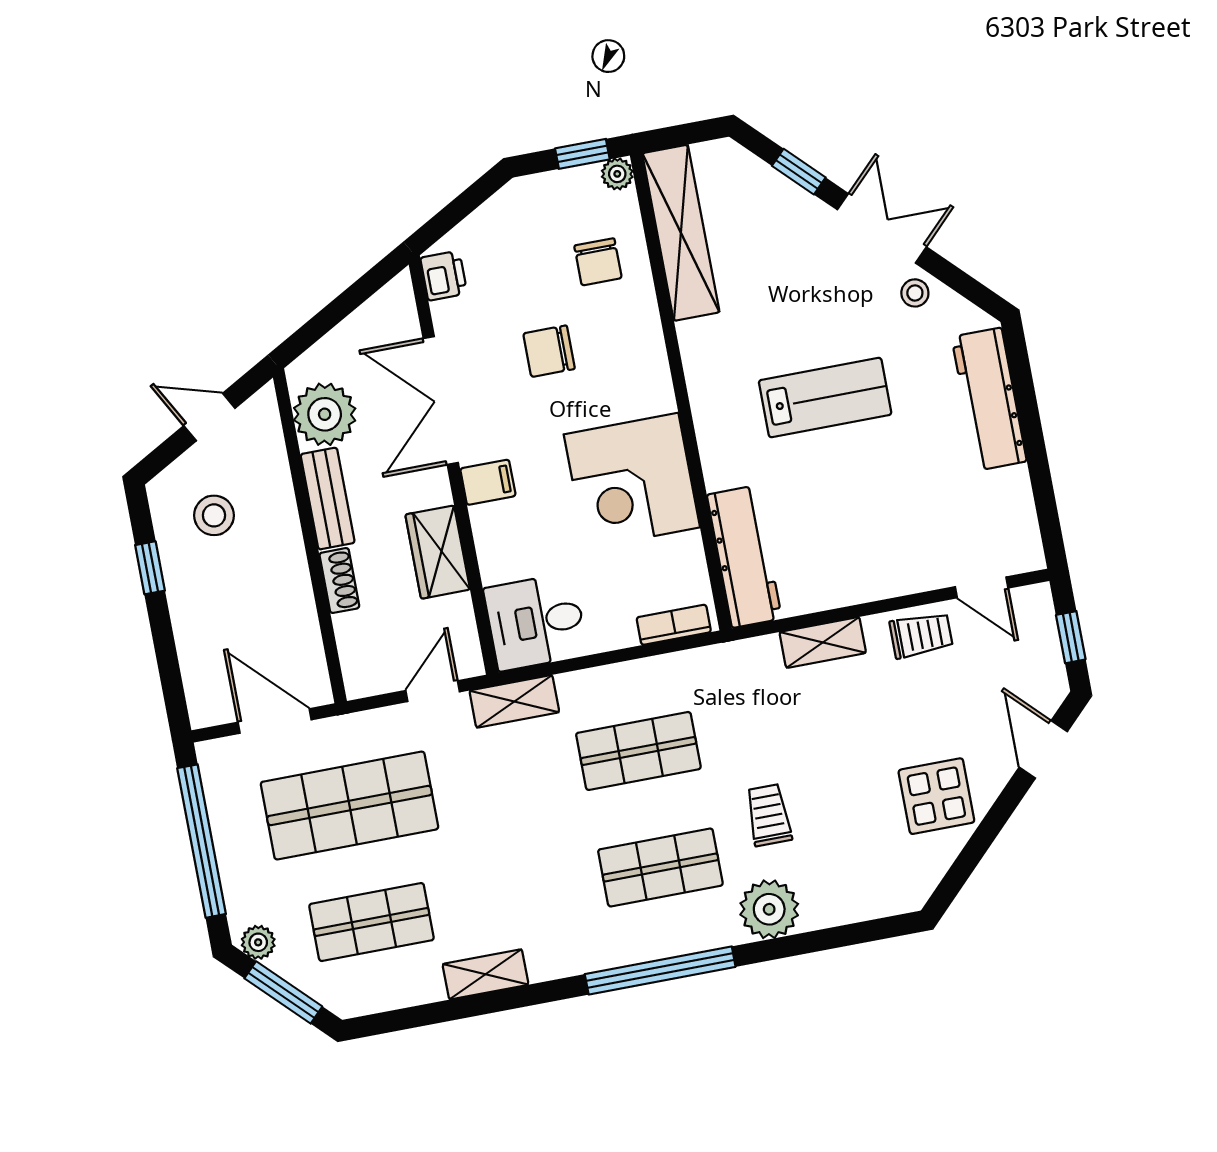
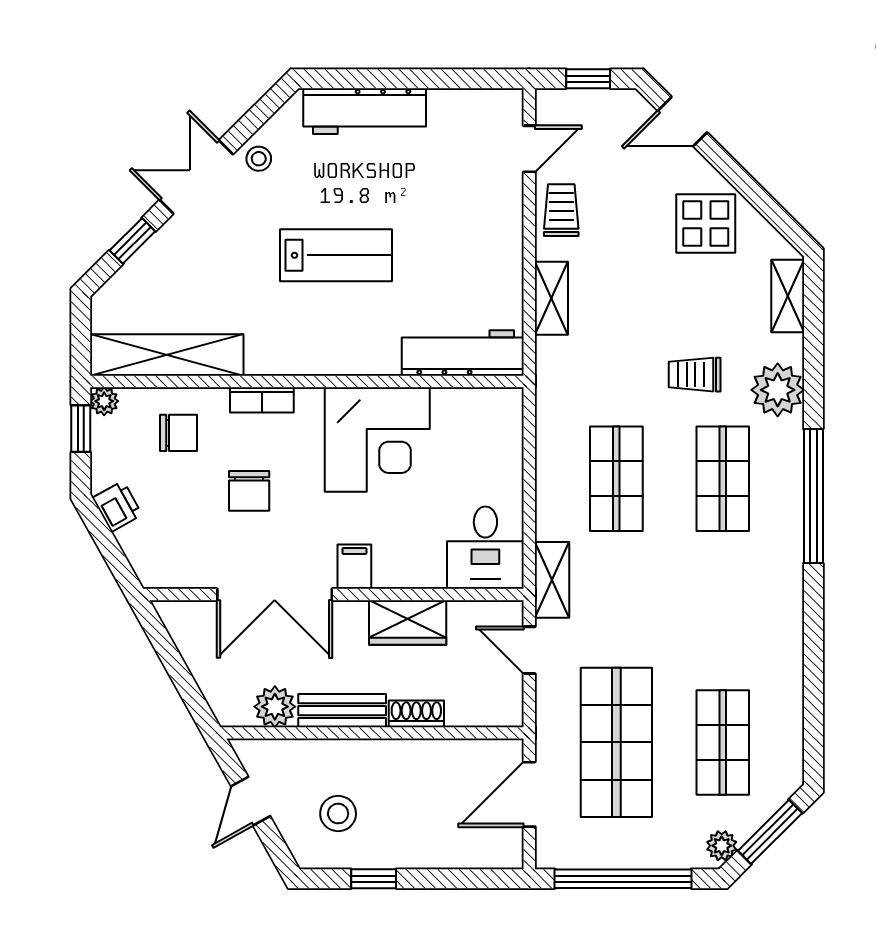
printer: (444, 276) -> (117, 506), moved, turned 61
lab bench: (825, 398) -> (336, 255), turned 90
plant: (325, 414) -> (275, 707), width x0.73, depth x0.73
bookcase: (674, 625) -> (262, 400), moved, turned -90
shelving: (485, 974) -> (788, 296), moved

